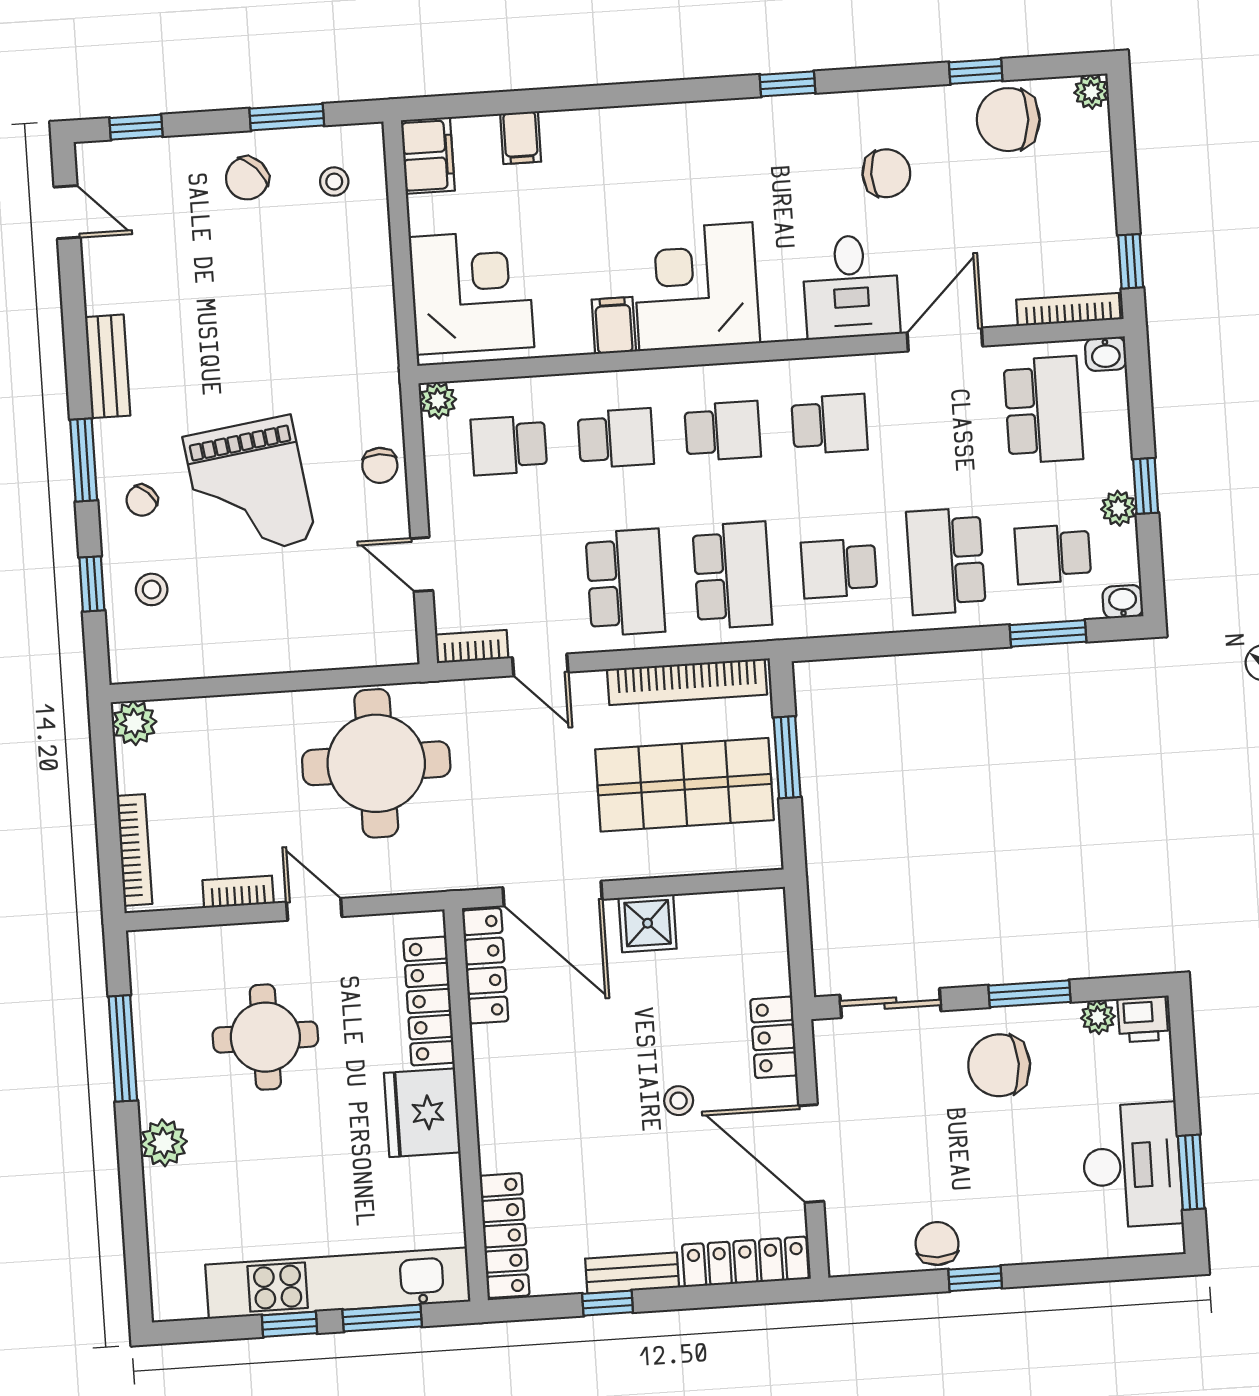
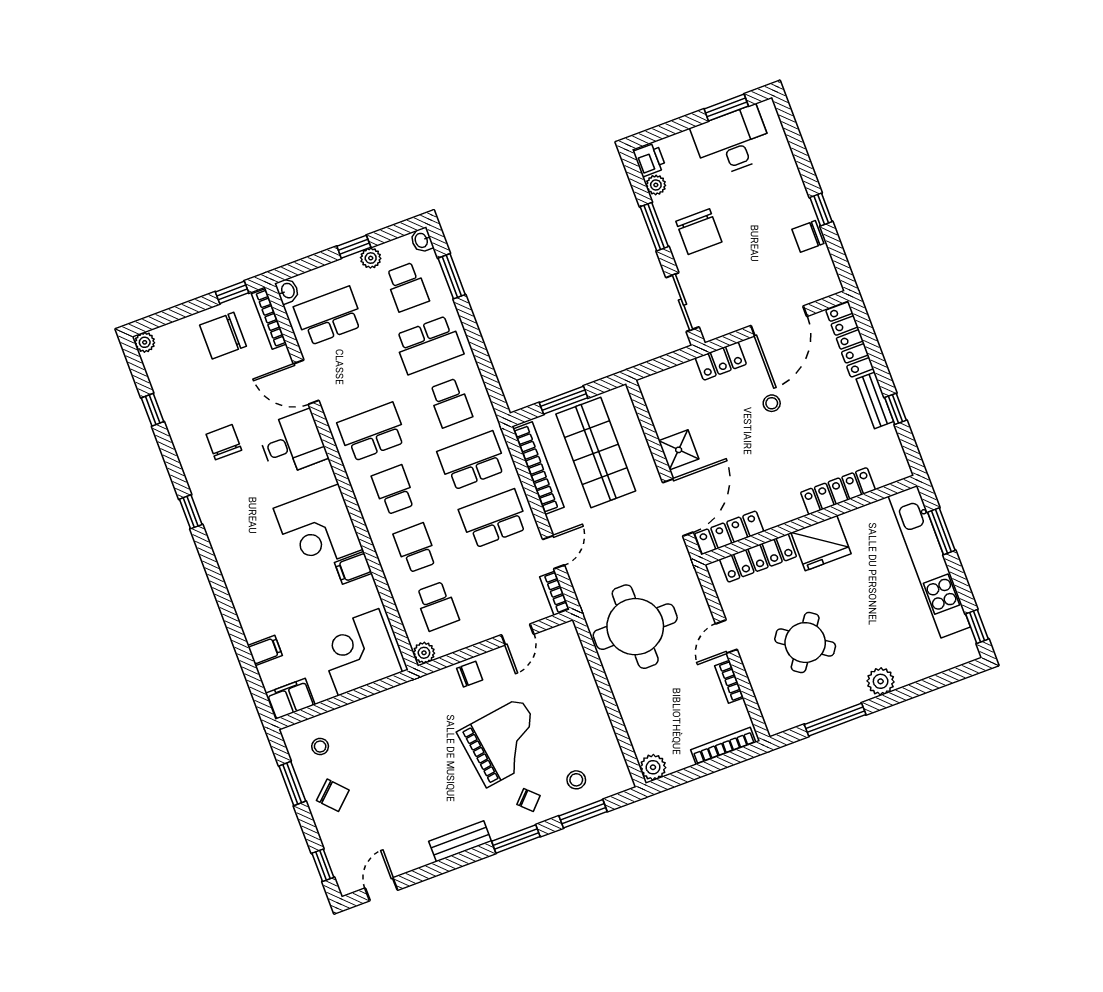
chair: (1008, 120) -> (223, 336), moved, turned 86
school desk: (830, 424) -> (372, 432), width x1.85
window: (92, 584) -> (583, 814), width x1.50
round table: (265, 1037) -> (805, 643), turned 35
locker: (505, 1236) -> (838, 491), moved
window: (290, 1324) -> (977, 627), moved

